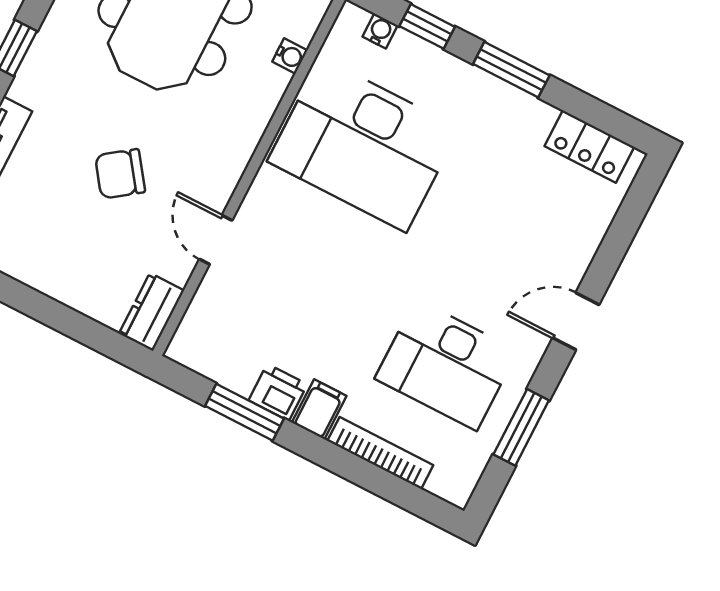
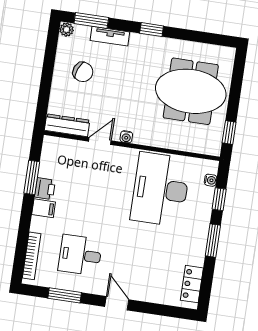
water cooler: (290, 56) -> (126, 137), moved
chair: (120, 174) -> (83, 72), moved, turned 148
dresser: (151, 312) -> (67, 125), width x1.44
desk: (446, 365) -> (80, 255), width x0.73
bookcase: (380, 453) -> (32, 256), moved

